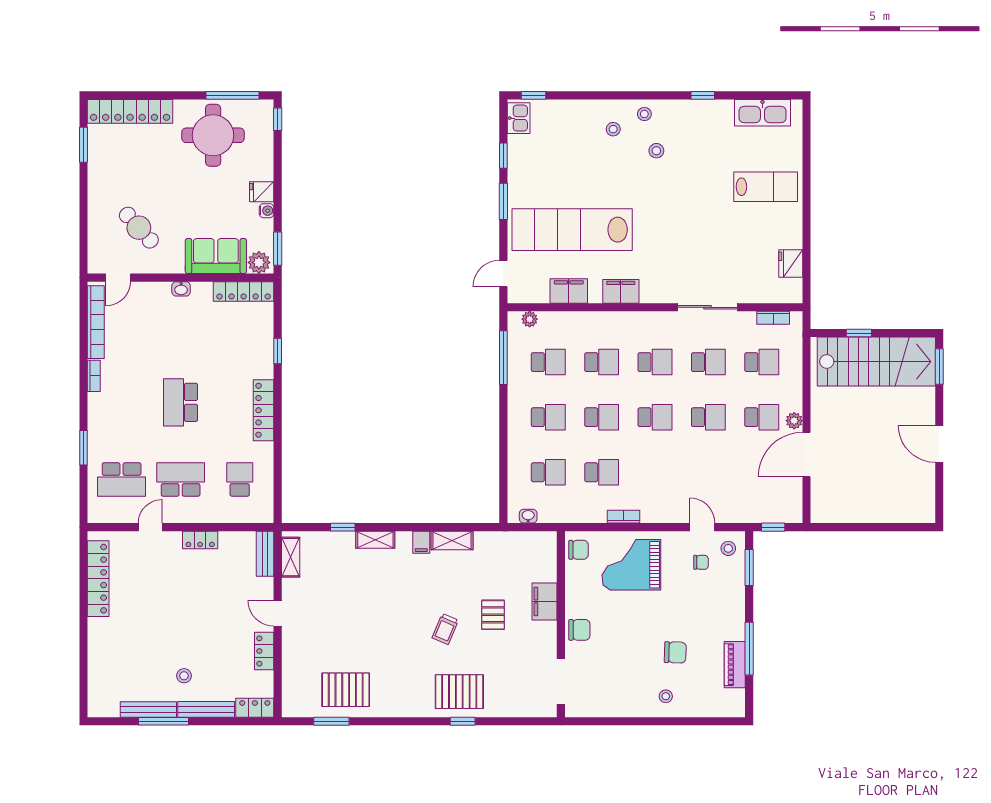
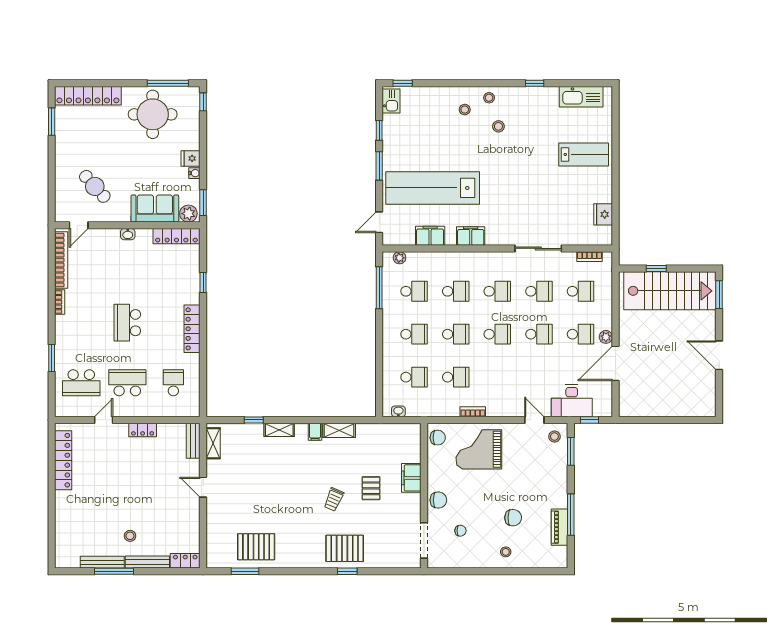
desk: (750, 503) -> (572, 401), added
chair: (701, 562) -> (460, 531), moved
locker: (264, 651) -> (192, 517), removed

